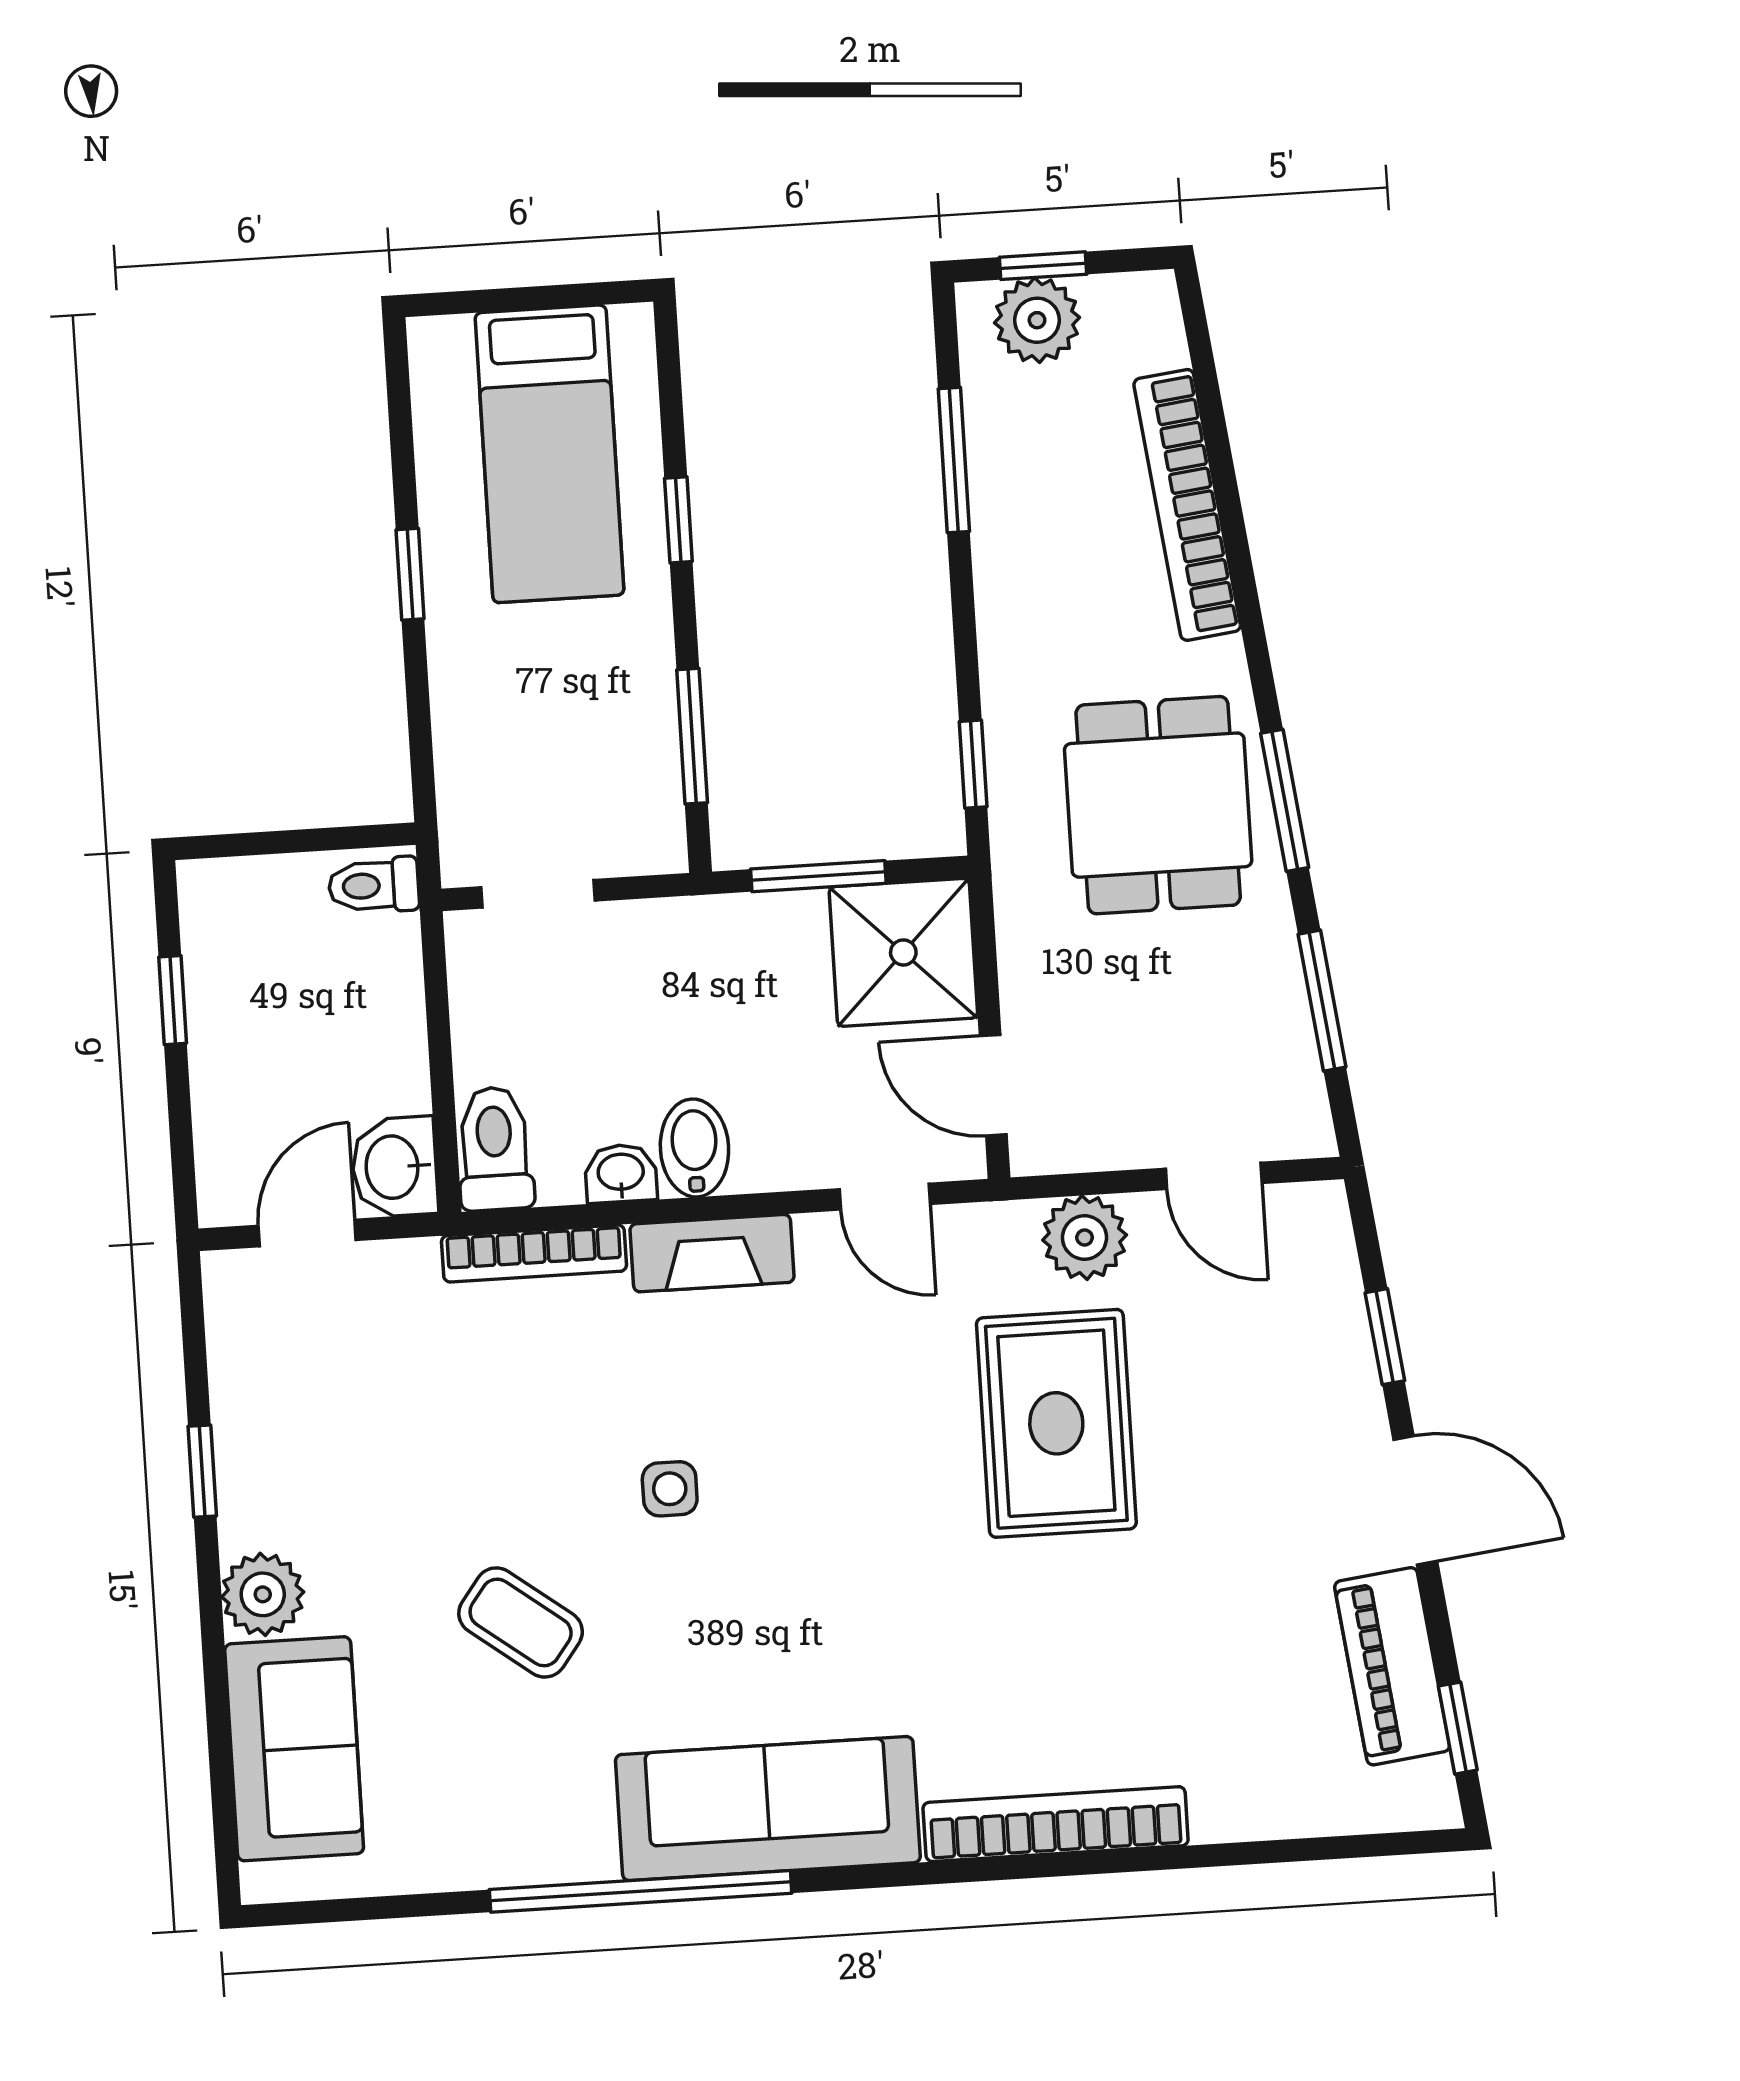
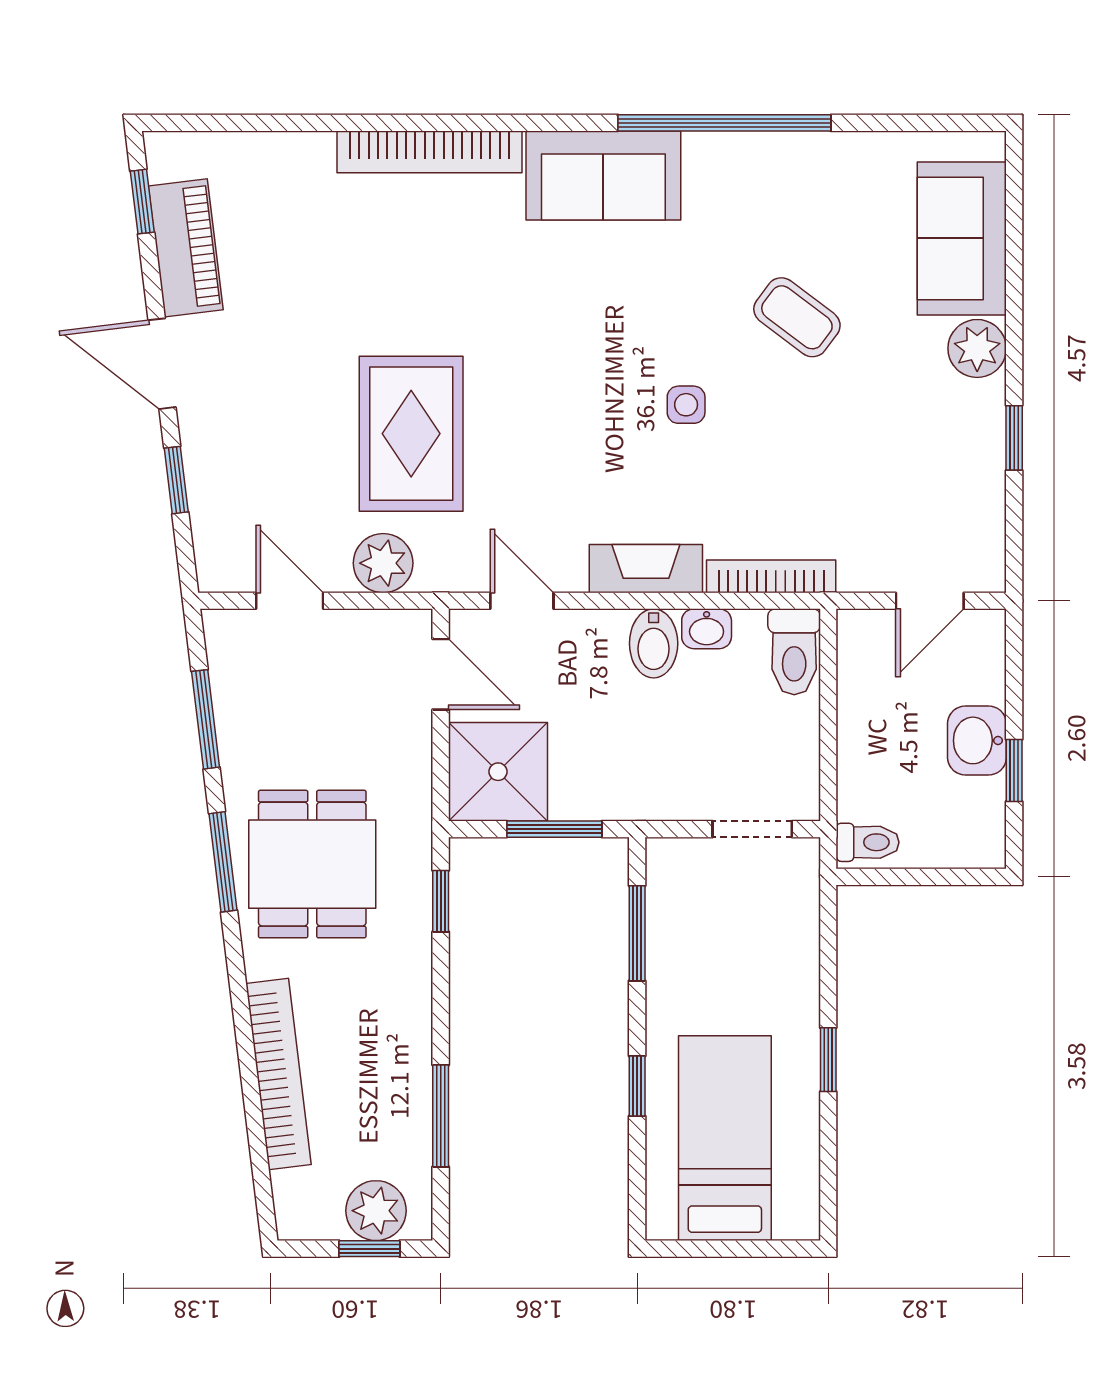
washbasin: (394, 1167) -> (977, 740), moved, turned 180
sofa: (768, 1809) -> (603, 175), width x0.73

